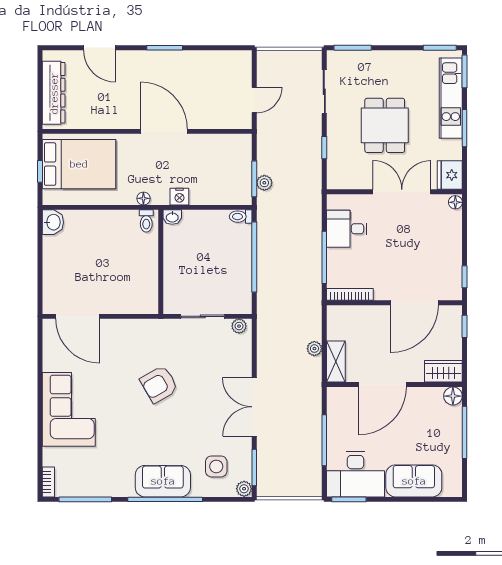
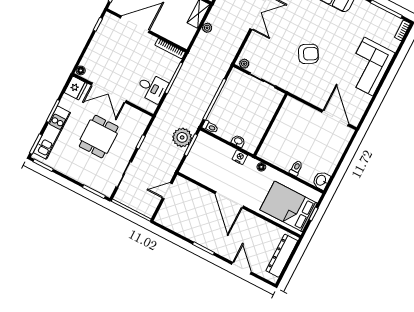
plant: (264, 183) -> (182, 137), width x1.88, depth x1.88
washbasin: (172, 217) -> (238, 141), moved
toilet: (146, 221) -> (296, 168), moved

